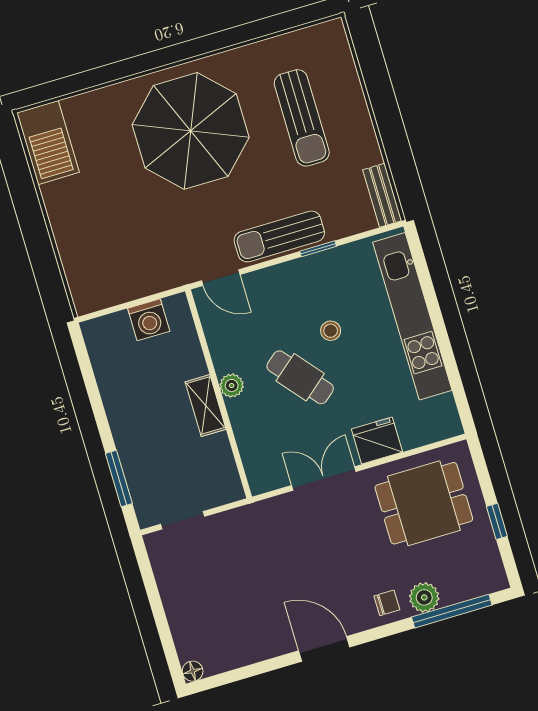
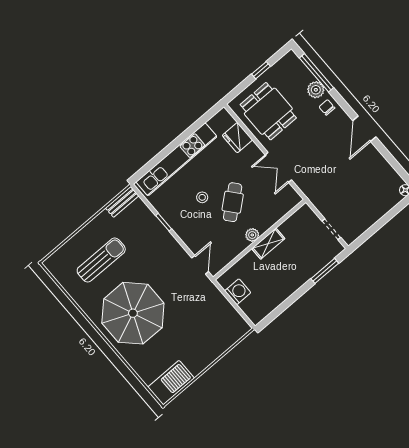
sun lounger: (279, 236) -> (166, 245), removed
fridge: (377, 440) -> (237, 138), moved

